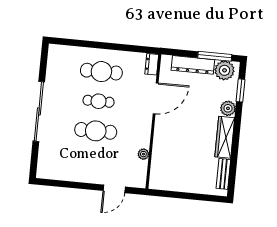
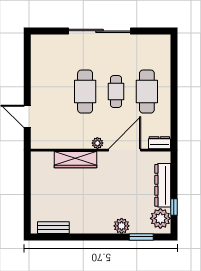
window: (215, 56) -> (174, 207), width x0.46
door: (156, 98) -> (125, 150), swing flipped
wardrobe: (225, 137) -> (76, 160), moved, turned 180
plant: (143, 154) -> (97, 143), moved

